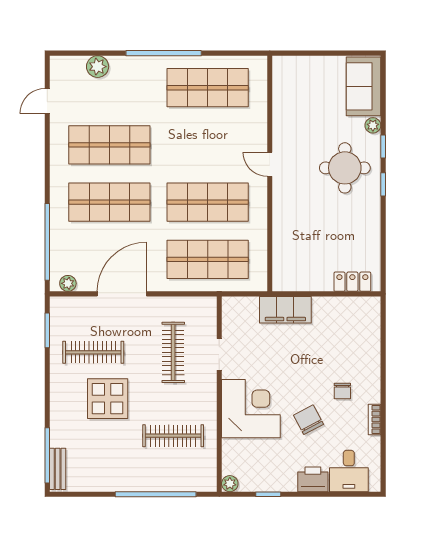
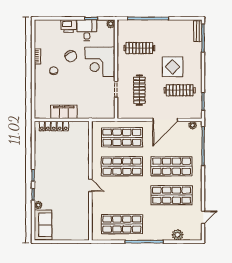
round table: (345, 168) -> (52, 184), removed
locker: (352, 282) -> (54, 126), width x1.53
filing cabinet: (285, 310) -> (64, 112), moved
desk: (349, 471) -> (87, 30), moved

